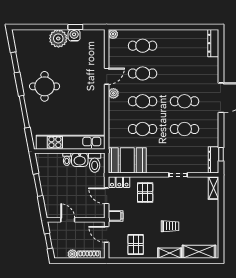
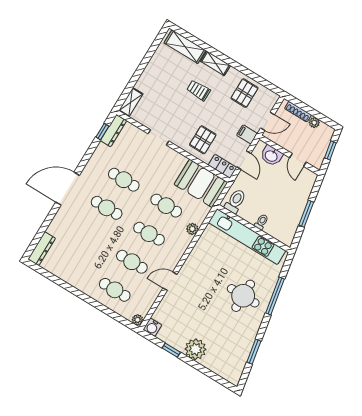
water cooler: (74, 35) -> (152, 327), moved
round table: (45, 86) -> (243, 296), moved
plant: (113, 93) -> (192, 229), moved
washbasin: (80, 160) -> (271, 156), moved, turned 180
door: (107, 234) -> (268, 121), hinge flipped

